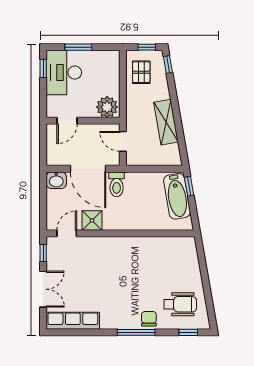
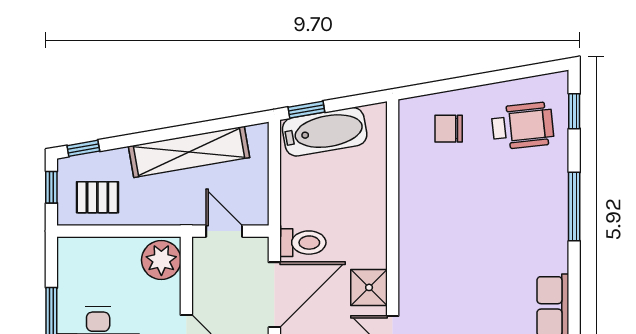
shelving: (166, 122) -> (189, 152), width x1.47
door: (123, 141) -> (224, 231), swing flipped
wheelchair: (180, 304) -> (523, 126), turned 84
chair: (149, 319) -> (449, 129), moved

